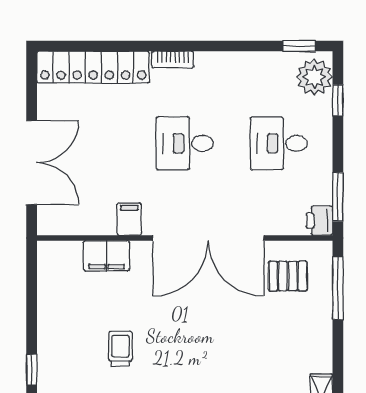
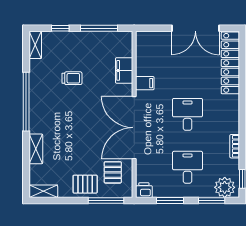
bookcase: (173, 60) -> (235, 146), moved
window: (338, 100) -> (212, 201), width x1.50
double door: (32, 163) -> (195, 28), moved
window: (338, 197) -> (170, 201), moved
window: (32, 301) -> (99, 28), added
pallet: (309, 325) -> (85, 184), added

